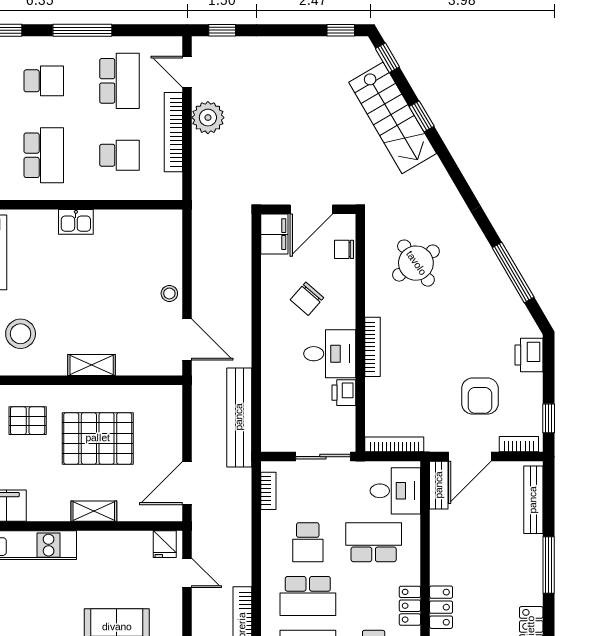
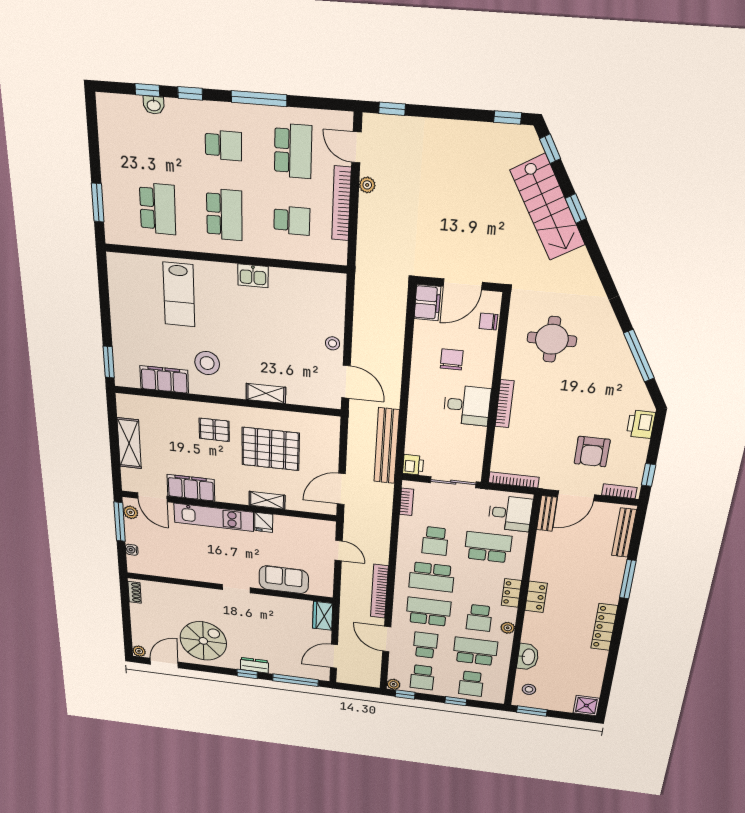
plant: (208, 118) -> (367, 185), width x0.53, depth x0.53
round table: (416, 263) -> (552, 339), turned 35
chair: (307, 299) -> (452, 359), turned 139
printer: (344, 393) -> (413, 465), moved, turned 180
fridge: (165, 544) -> (264, 522), moved

